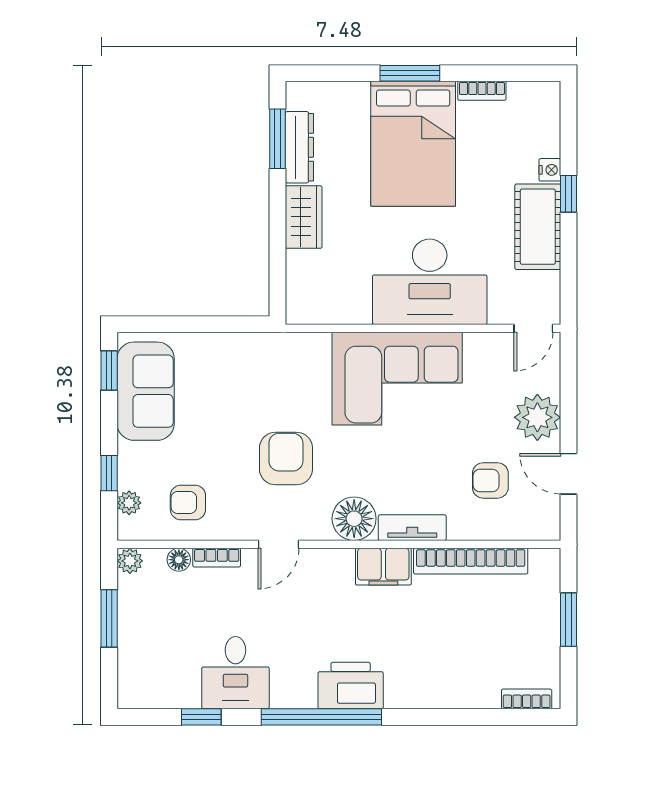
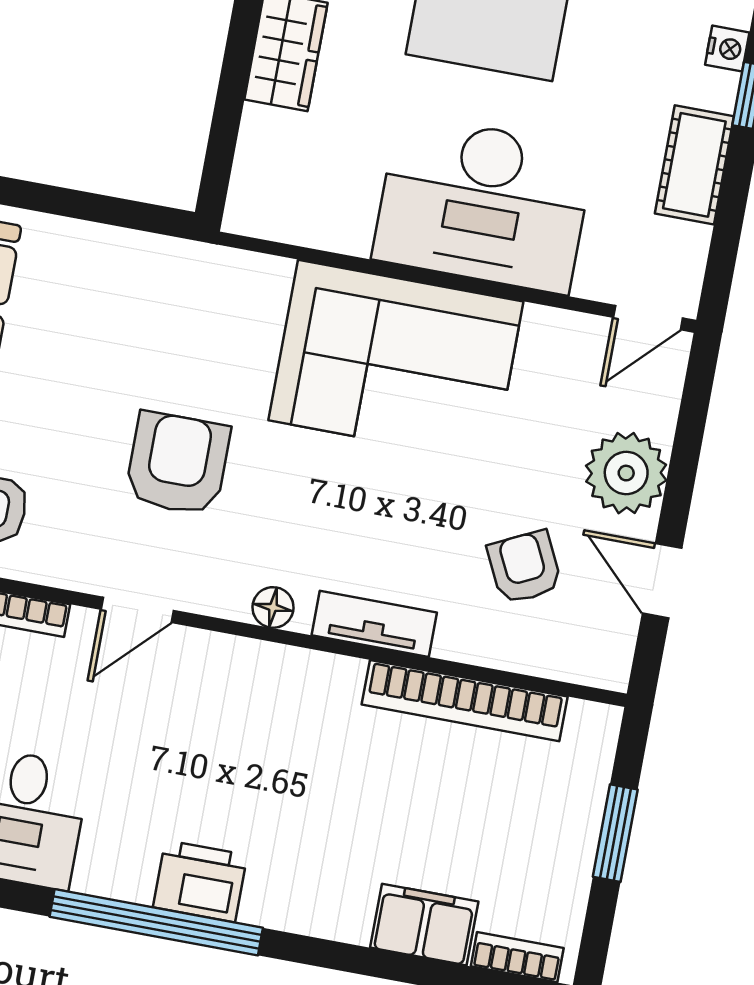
cot: (538, 227) -> (694, 165), width x0.73, depth x0.75
armchair: (490, 480) -> (524, 567), turned 64
floor lamp: (354, 519) -> (273, 607), width x0.53, depth x0.53
filing cabinet: (383, 567) -> (424, 925), moved, turned 180
printer: (351, 686) -> (200, 881), width x0.73, depth x0.84

